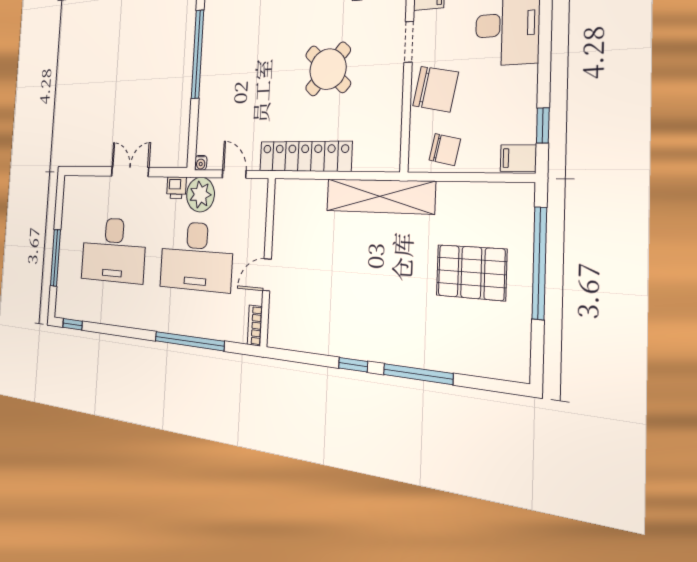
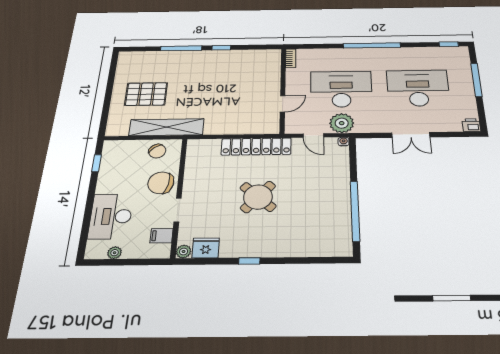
round table: (328, 69) -> (258, 197), moved
chair: (445, 150) -> (157, 151), turned -140
filing cabinet: (518, 158) -> (113, 147), removed
printer: (176, 188) -> (471, 125), moved
shelving: (380, 196) -> (167, 127), moved
window: (539, 263) -> (107, 101), removed
door: (267, 275) -> (283, 104), moved
window: (189, 341) -> (372, 45), moved

